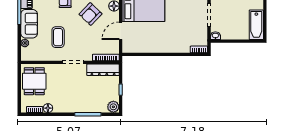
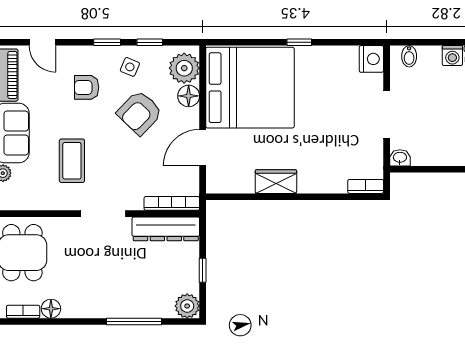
wardrobe: (156, 47) -> (276, 182), added

